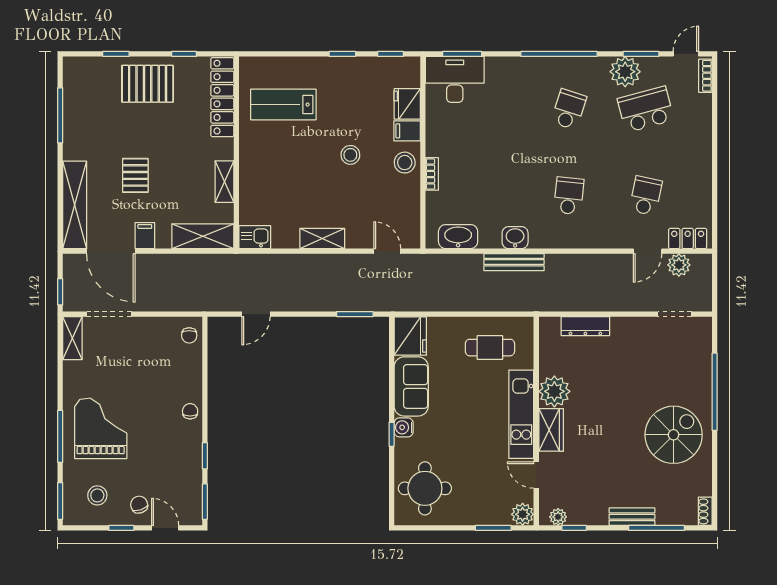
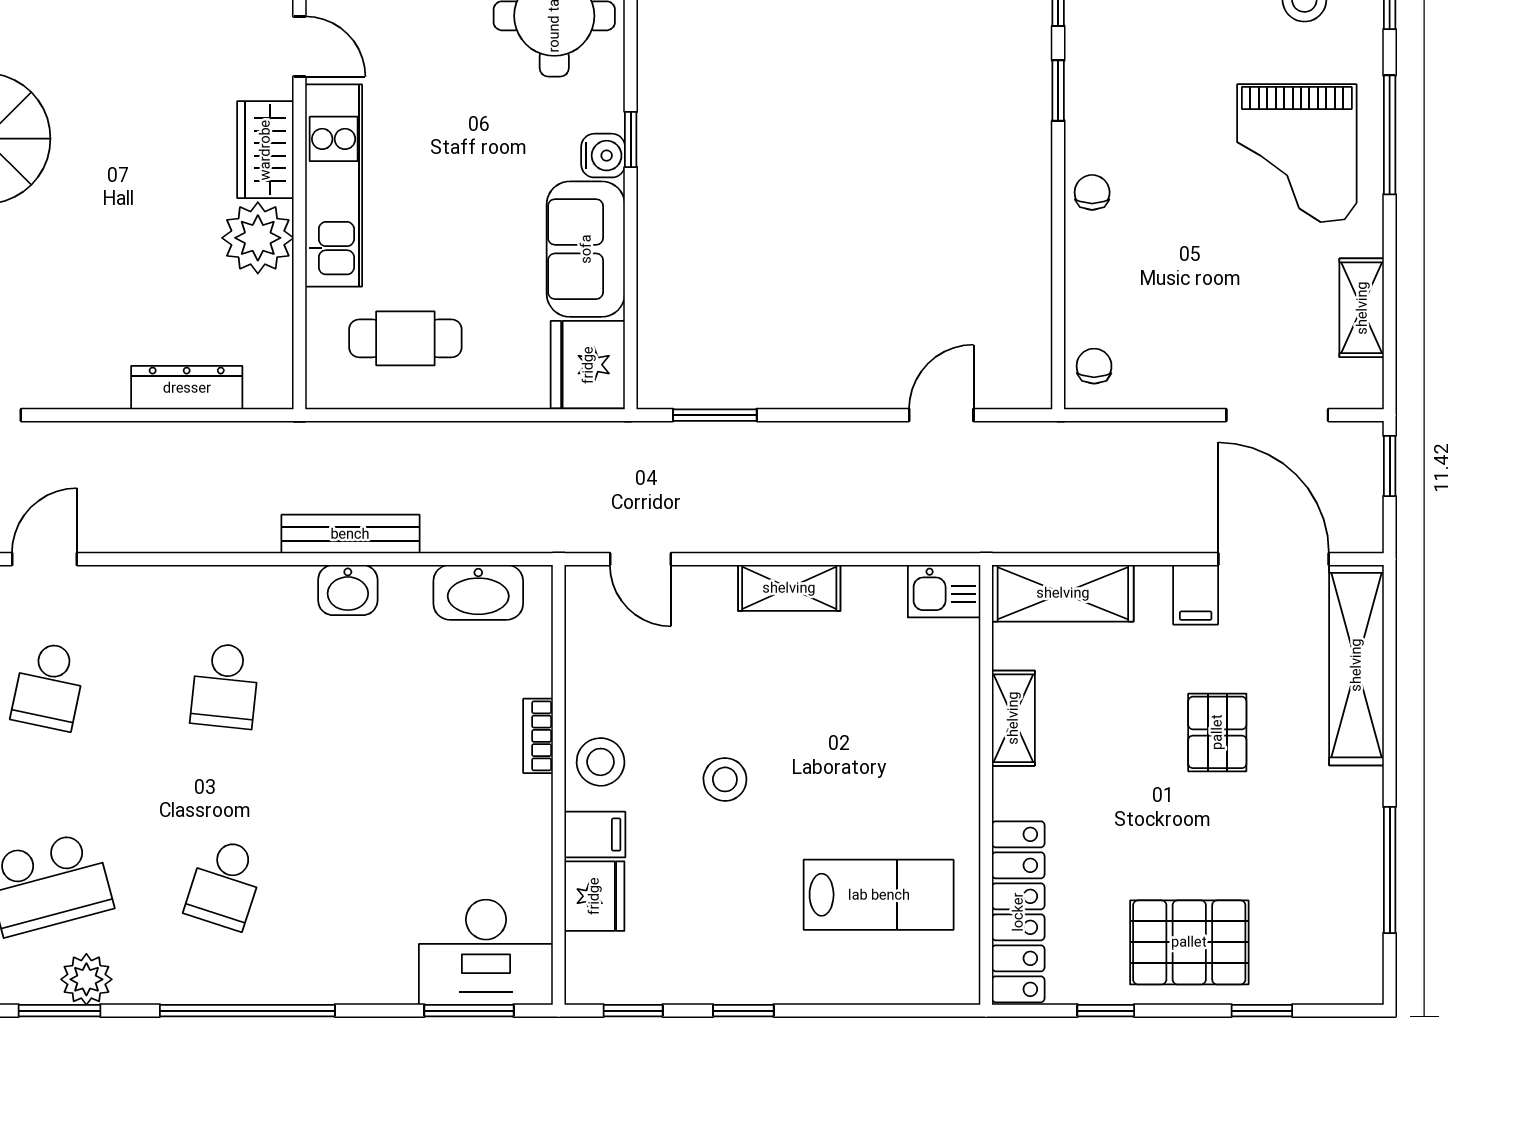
plant: (625, 72) -> (86, 979), width x0.73, depth x0.73
shelving: (72, 338) -> (1362, 308), moved
chair: (190, 411) -> (1092, 192), turned 180

